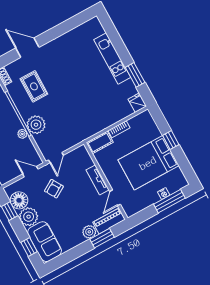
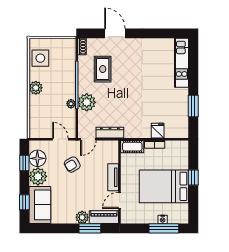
kitchen unit: (112, 58) -> (182, 63), moved
fridge: (137, 103) -> (158, 131), moved
dresser: (72, 141) -> (110, 133), added

